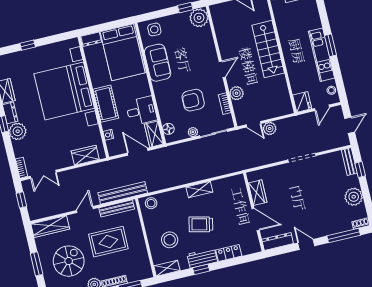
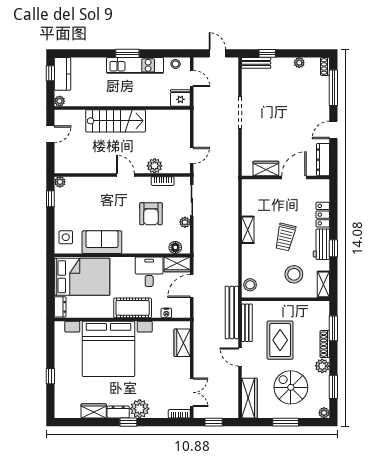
plant: (199, 18) -> (60, 182), width x0.53, depth x0.53
plant: (270, 128) -> (201, 139), removed
plant: (354, 197) -> (299, 63), width x0.53, depth x0.53

